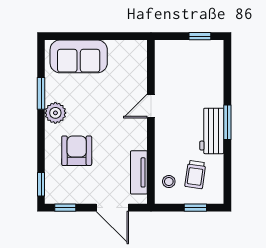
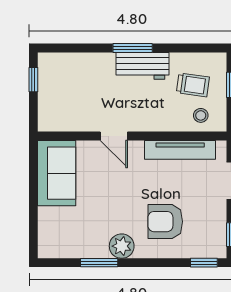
sofa: (79, 56) -> (57, 173), moved
tv unit: (139, 172) -> (180, 150), width x1.41

